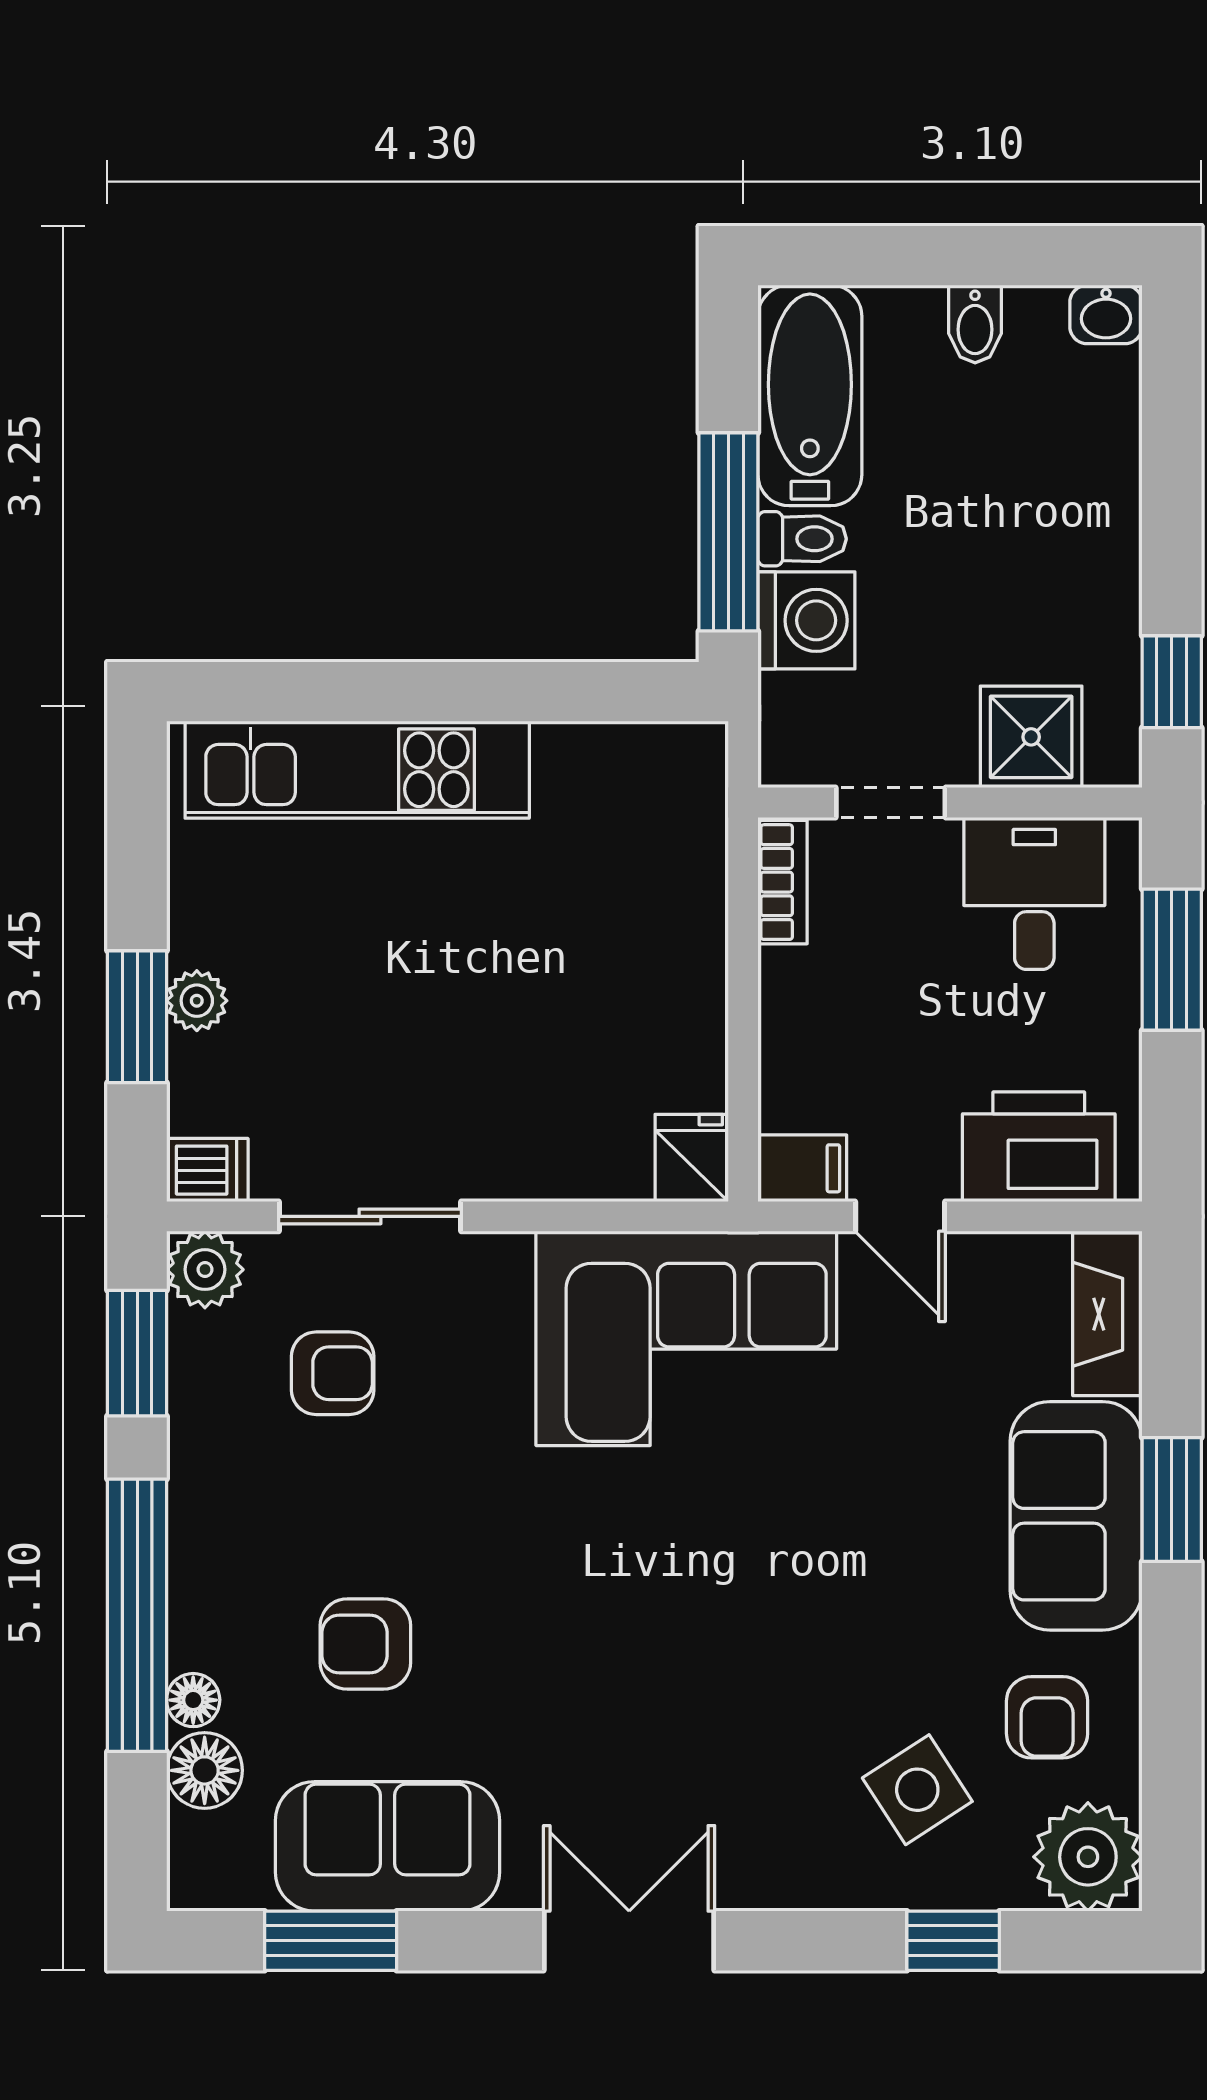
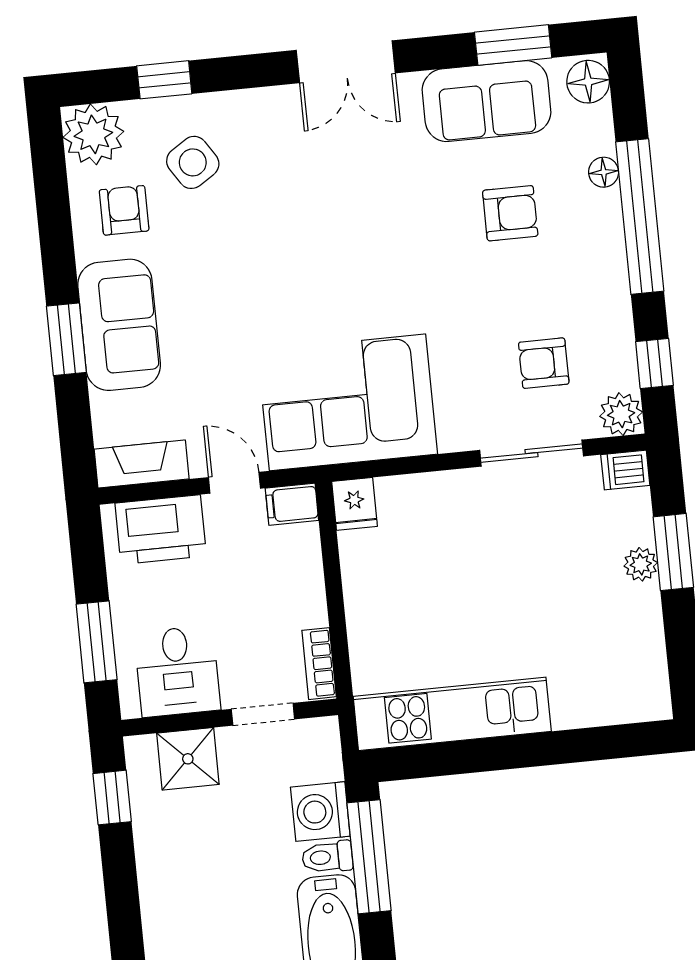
kitchen unit: (357, 770) -> (452, 714), moved
fireplace: (1107, 1314) -> (142, 464), moved, turned -90
window: (137, 1353) -> (654, 363), width x0.67
floor lamp: (205, 1770) -> (588, 82), moved

